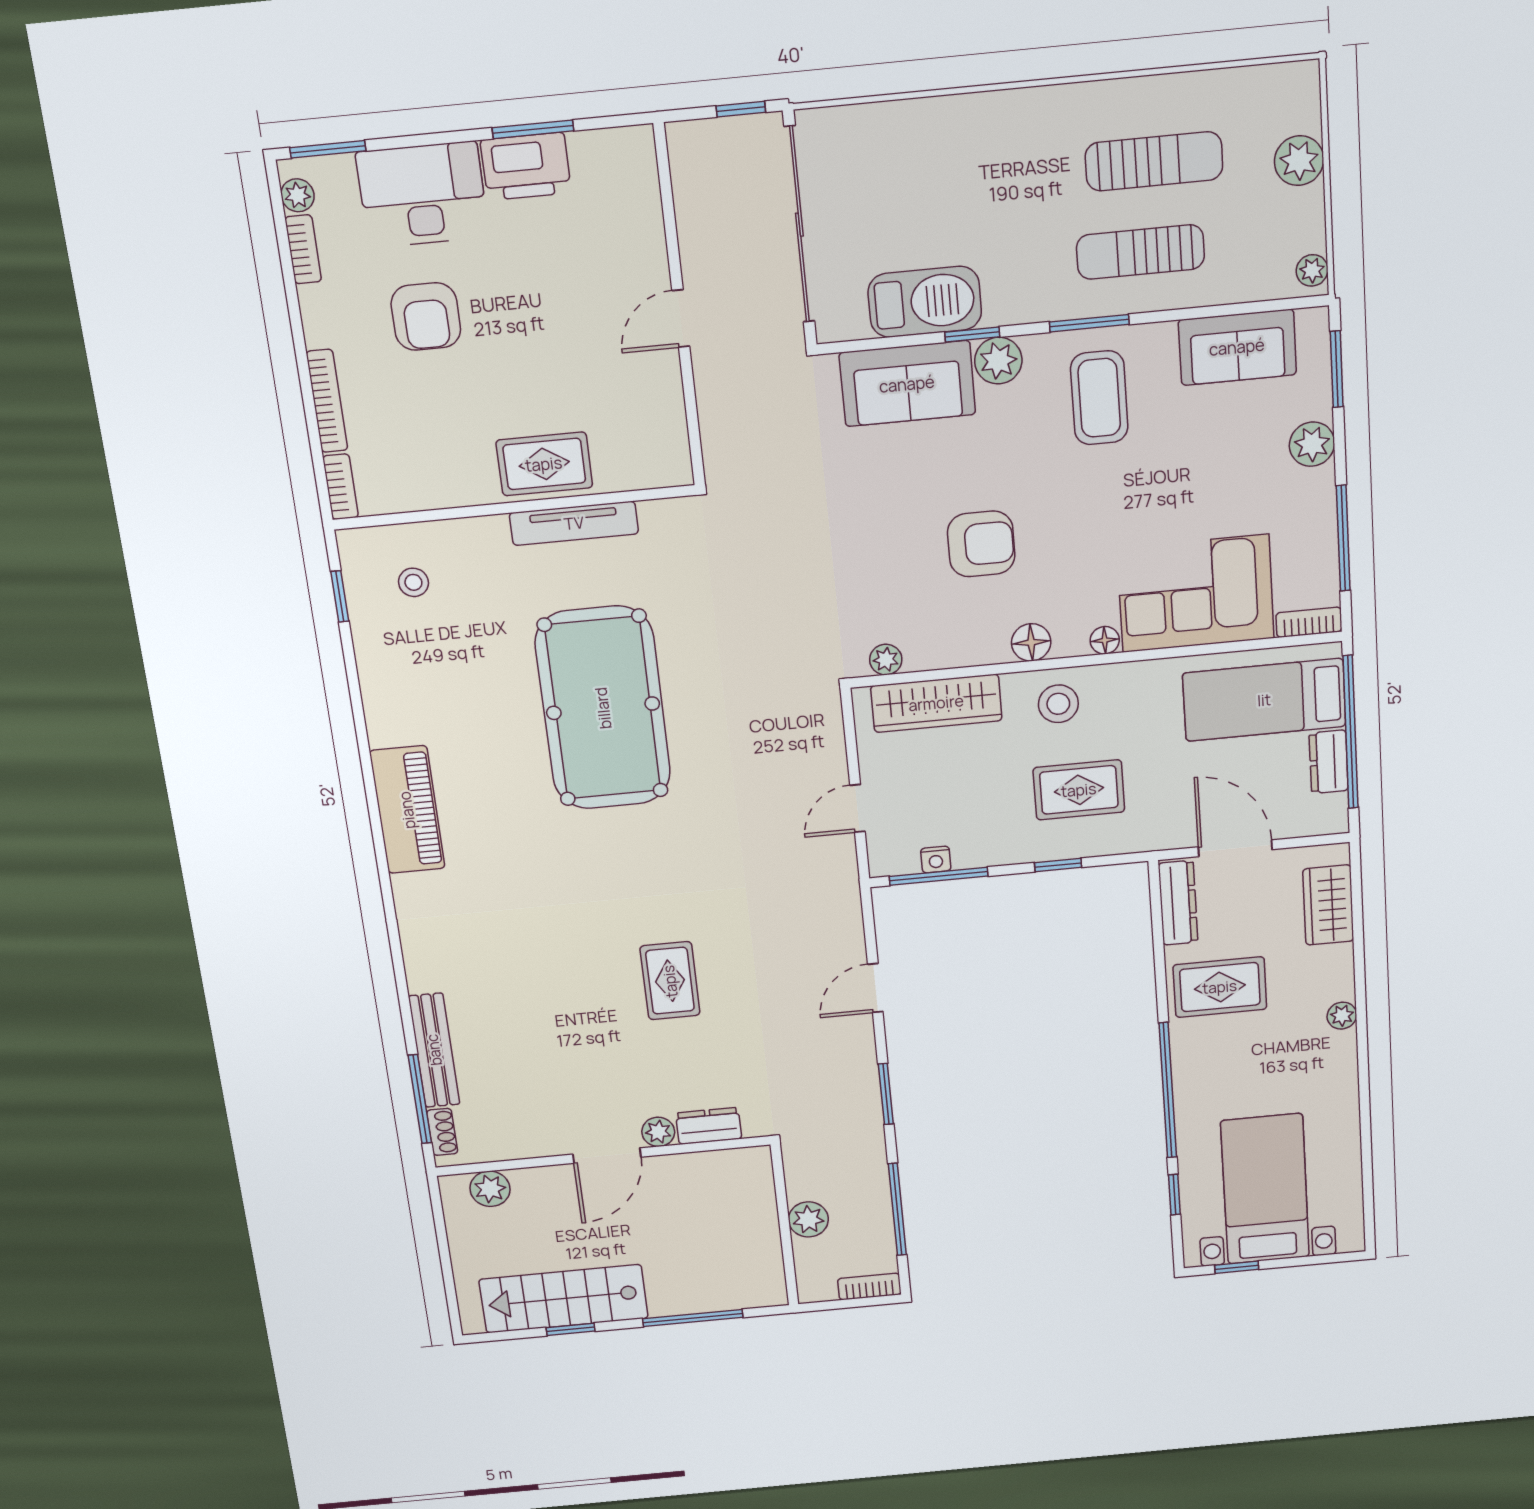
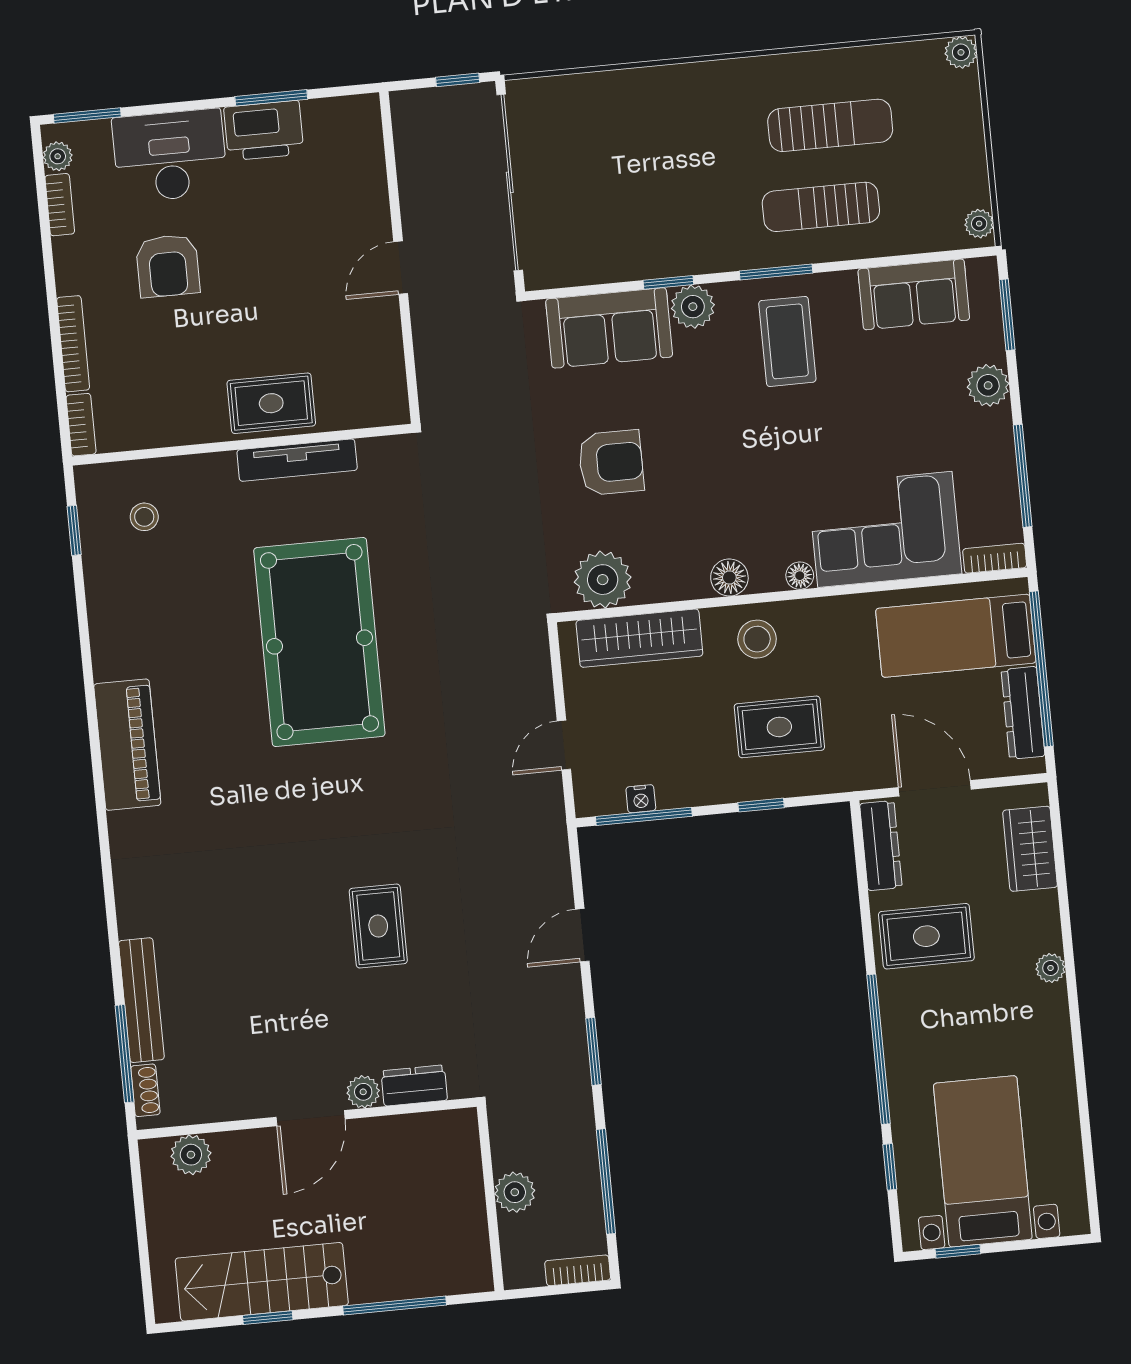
plant: (1299, 161) -> (961, 52), moved, width x0.73, depth x0.73
barbecue: (925, 302) -> (624, 252), removed
armchair: (981, 544) -> (611, 463), moved
plant: (886, 660) -> (603, 580), width x1.88, depth x1.88
dresser: (1329, 762) -> (1023, 713), width x1.44

